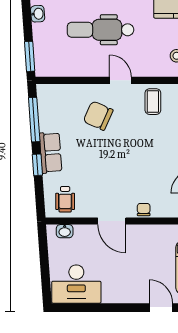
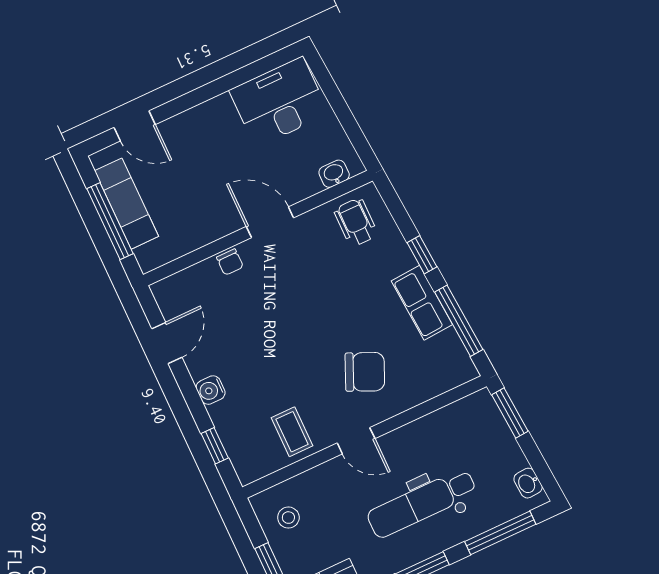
dental chair: (100, 30) -> (422, 503), turned 180
row of seats: (51, 153) -> (422, 303), moved

